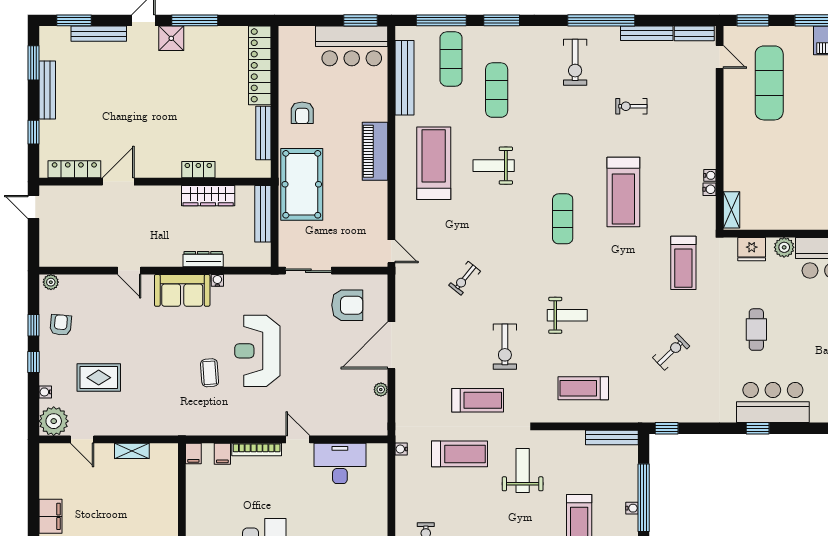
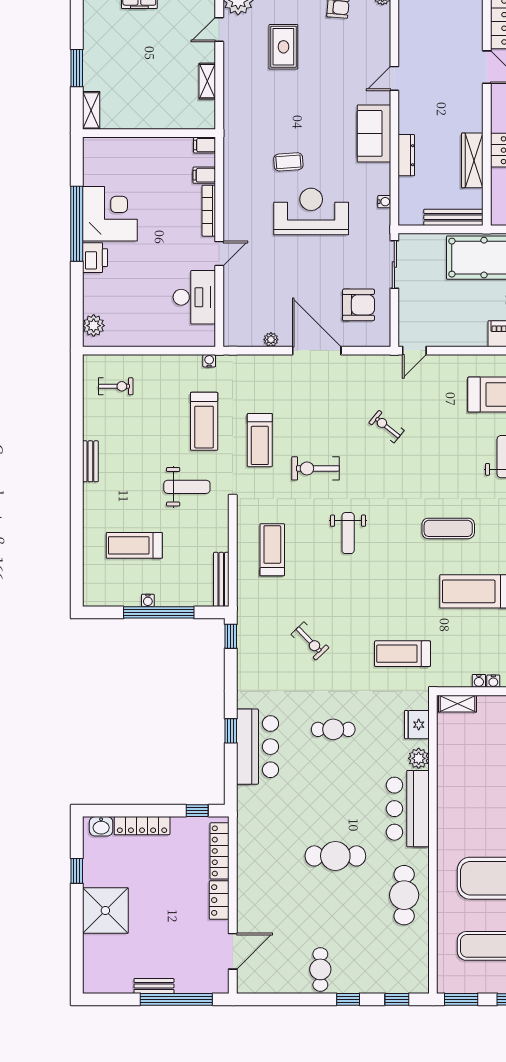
water cooler: (217, 280) -> (384, 202), moved
armchair: (347, 305) -> (358, 305), turned -90

